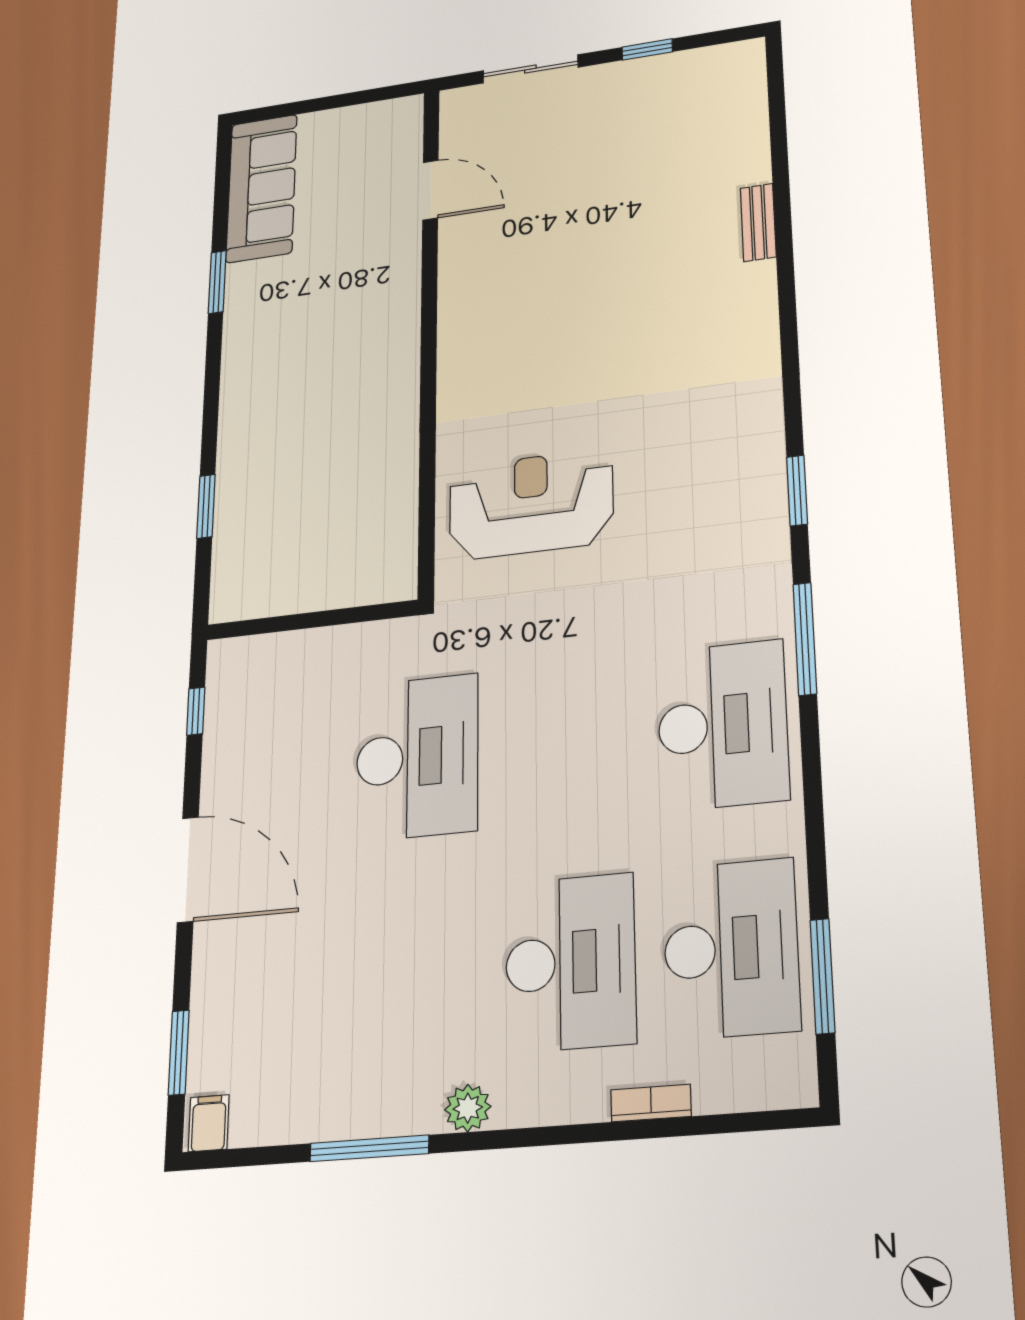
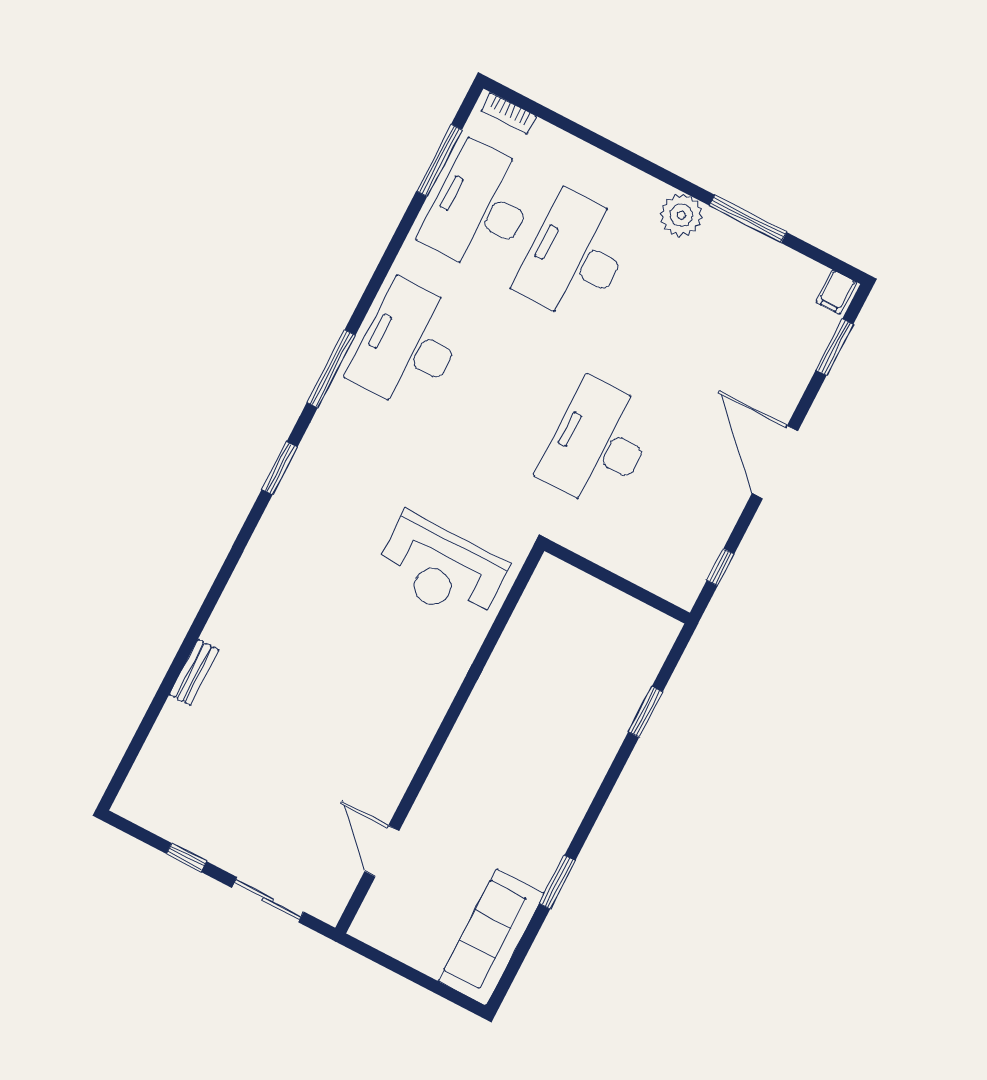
bookcase: (651, 1103) -> (508, 113), moved
plant: (468, 1108) -> (681, 215), width x1.36, depth x1.36

